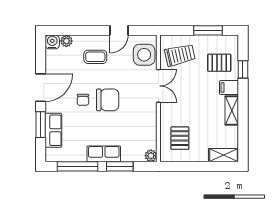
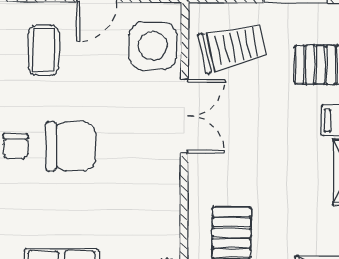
coffee table: (95, 57) -> (44, 50), turned 90

